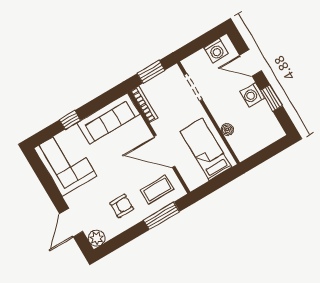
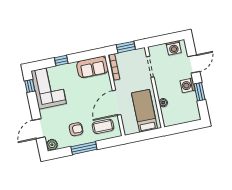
door: (251, 63) -> (194, 64), swing flipped
sofa: (108, 118) -> (92, 67), width x0.73
door: (164, 151) -> (117, 103), hinge flipped
window: (39, 169) -> (30, 86), added
window: (162, 216) -> (84, 148), moved

